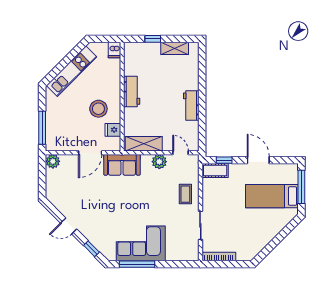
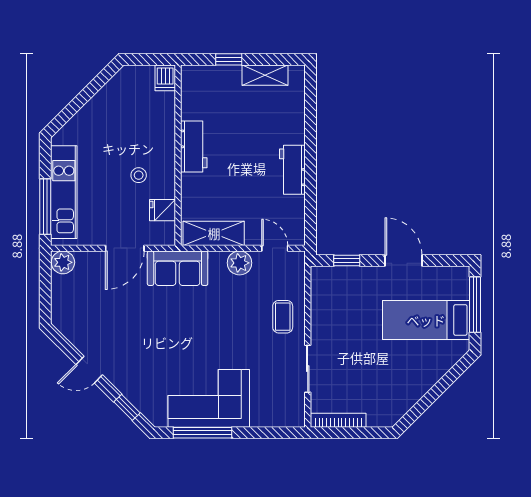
kitchen unit: (72, 71) -> (64, 192), moved, turned -45
stool: (98, 109) -> (139, 175), width x0.53, depth x0.53
cot: (215, 171) -> (332, 278), removed

